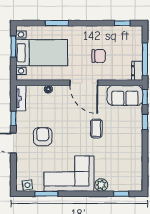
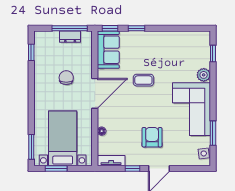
window: (57, 23) -> (31, 147), moved
dresser: (137, 71) -> (70, 37), moved
armchair: (43, 137) -> (152, 137), turned 90

